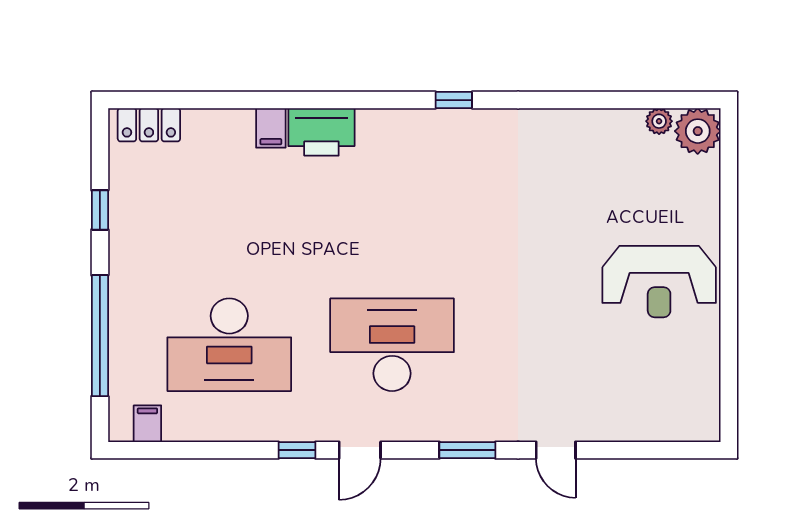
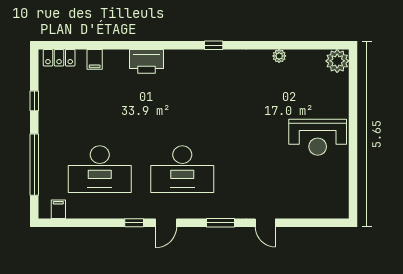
plant: (659, 121) -> (279, 56), moved
filing cabinet: (271, 128) -> (95, 59), moved
desk: (392, 345) -> (182, 169), turned 180

